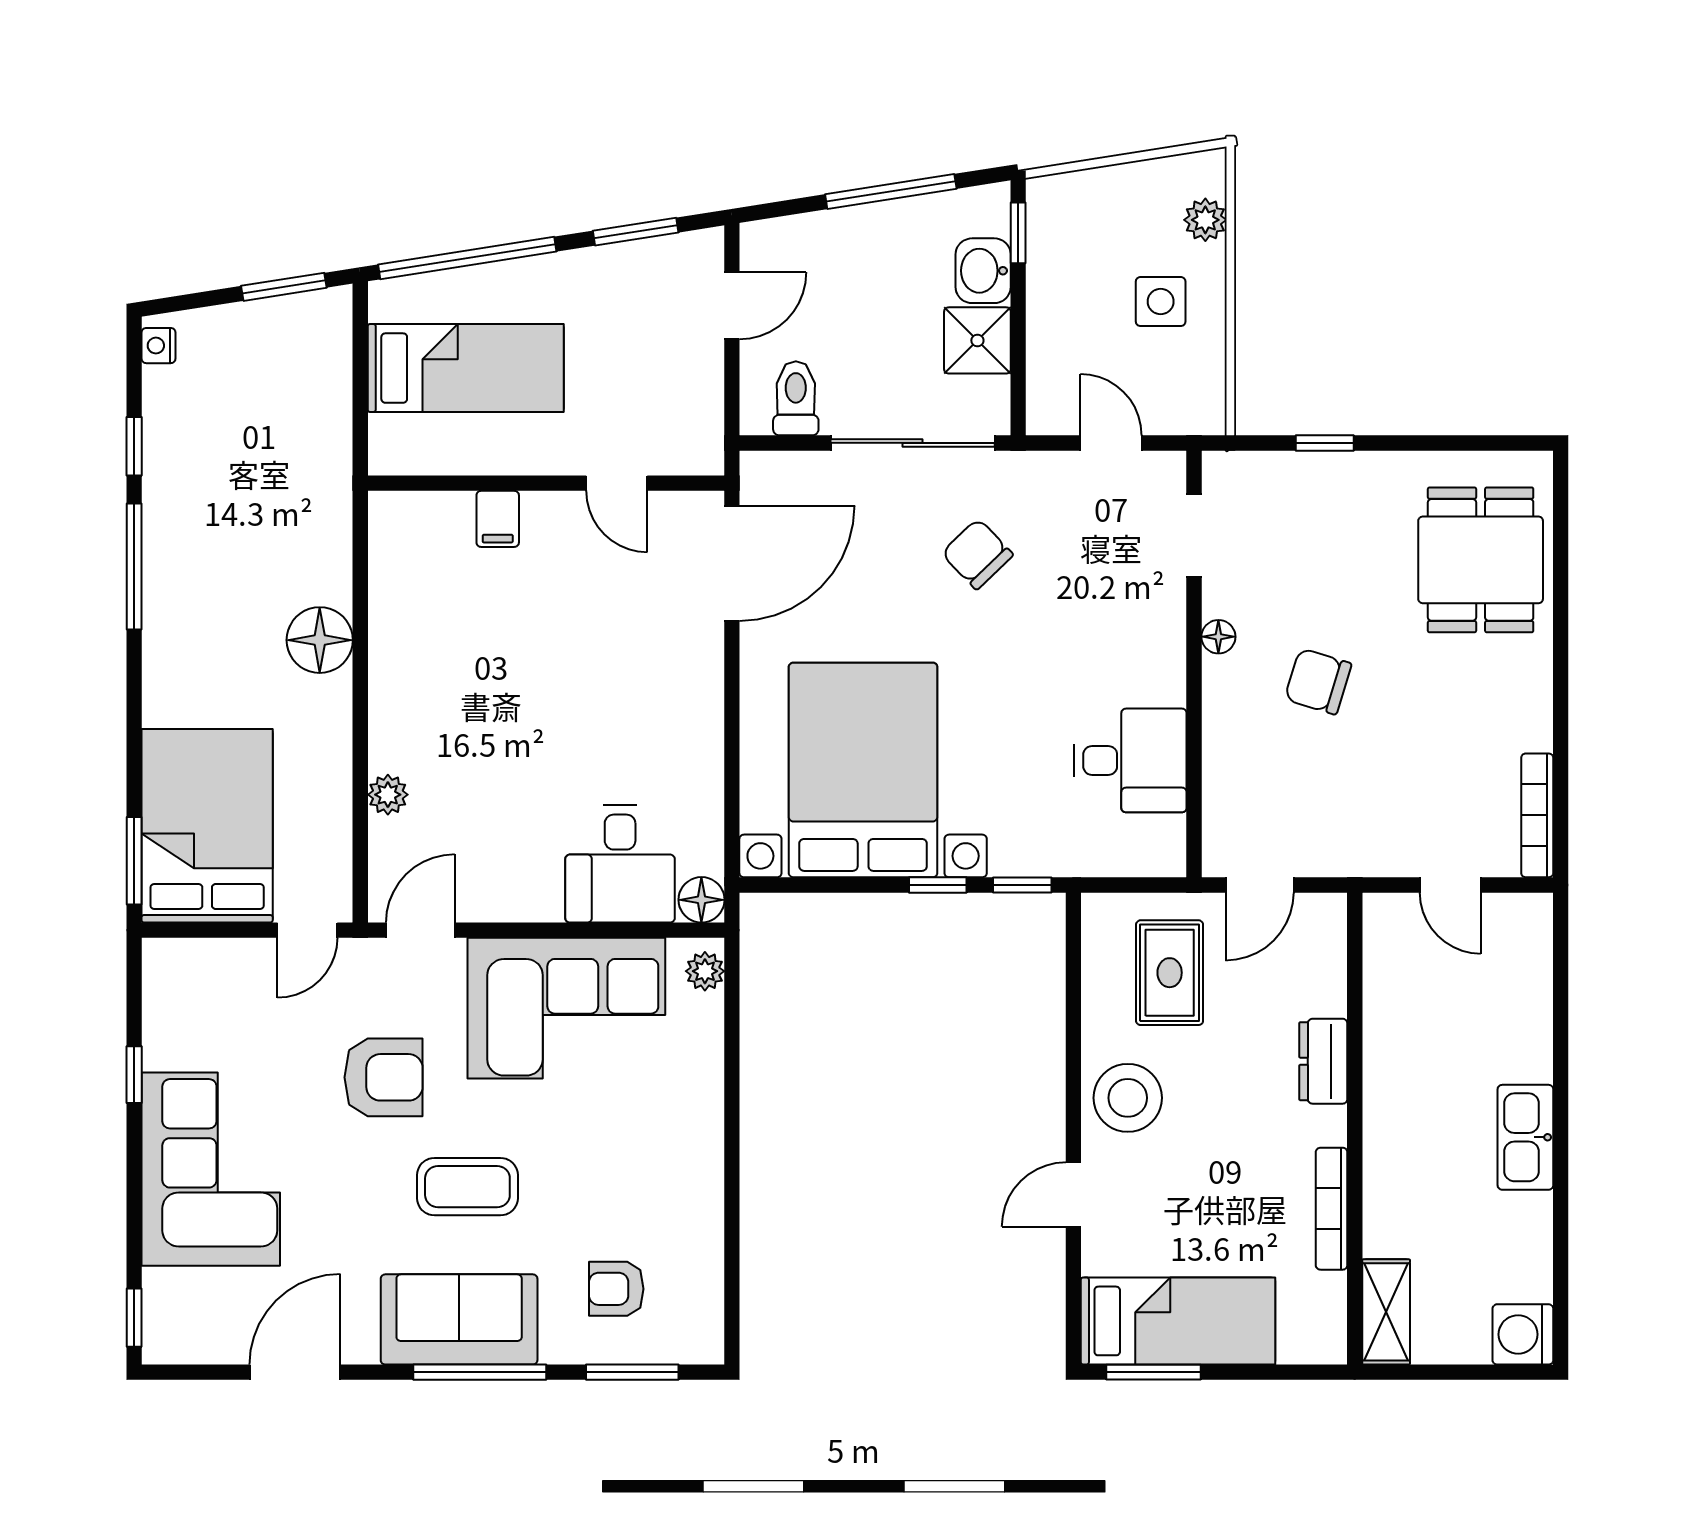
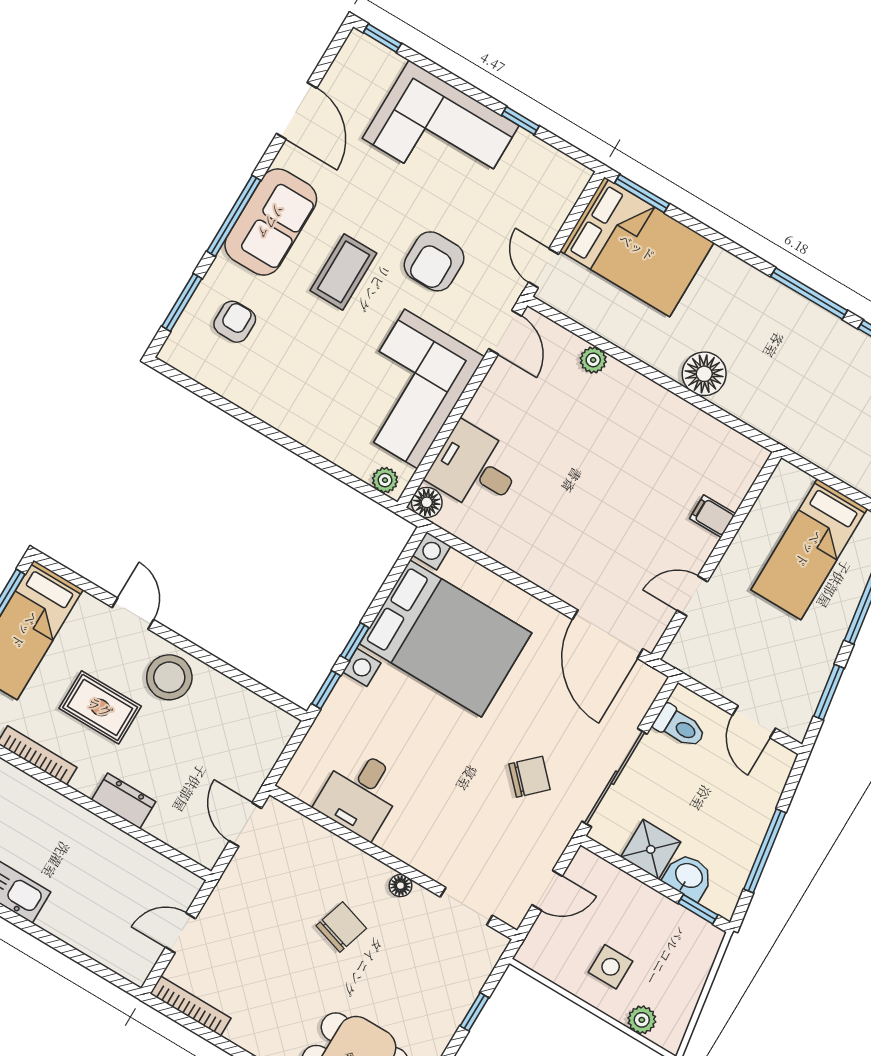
rug: (1170, 973) -> (100, 707), moved

